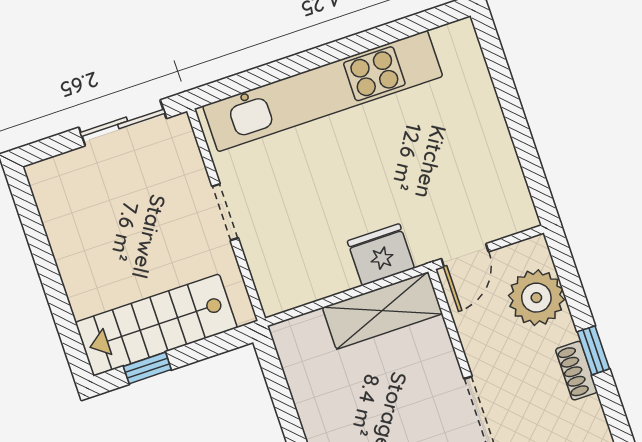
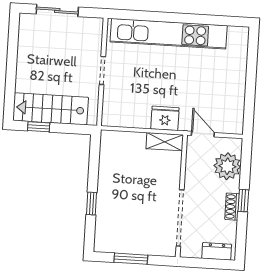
sliding door: (123, 123) -> (57, 10), moved
door: (465, 255) -> (203, 134), swing flipped
shelving: (382, 311) -> (165, 142), width x0.67, depth x0.75

